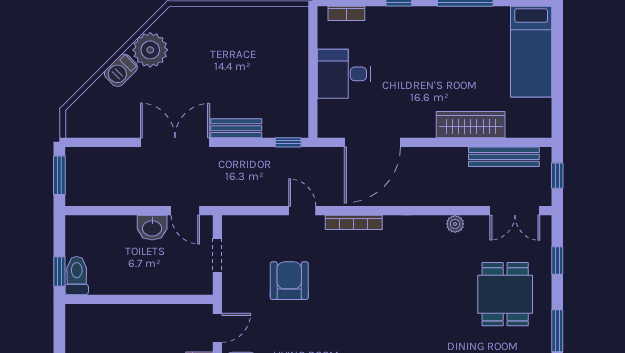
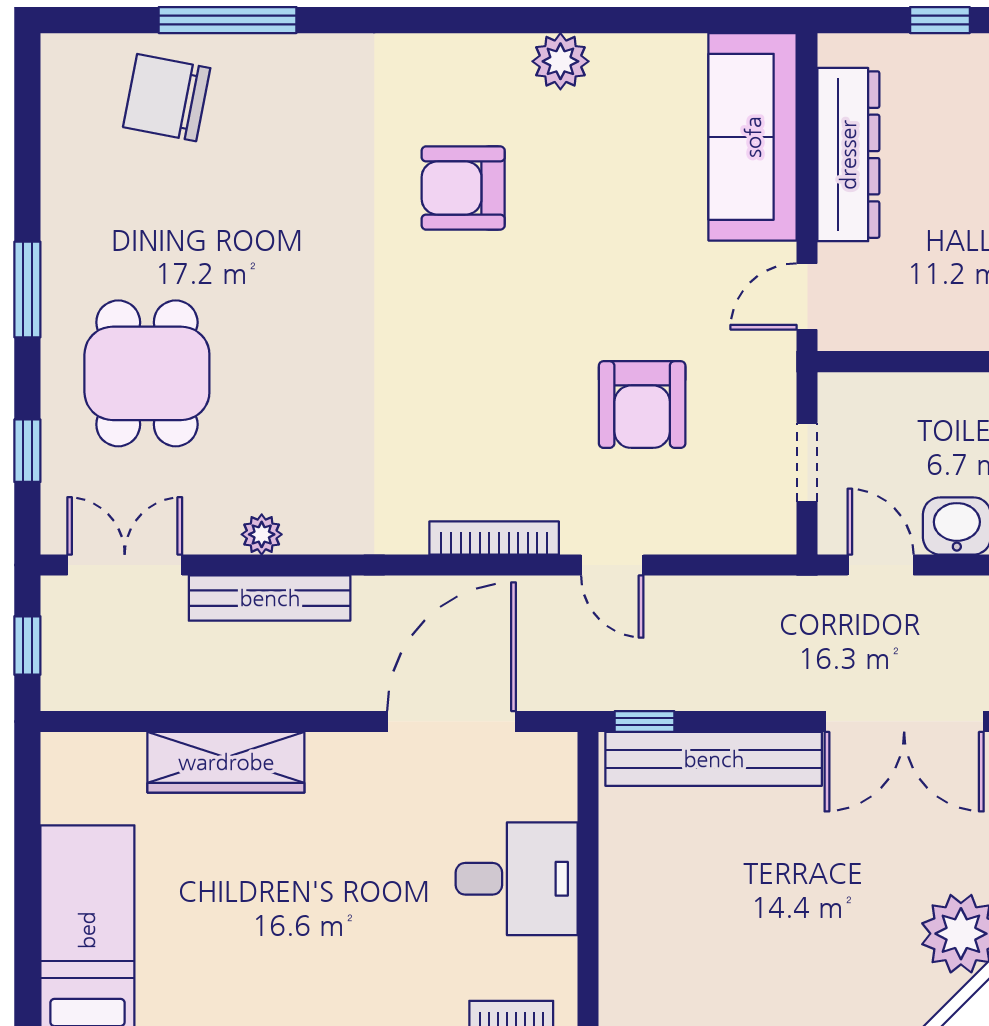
bench: (236, 128) -> (714, 759), width x1.86, depth x1.21
bench: (504, 157) -> (270, 598), moved

